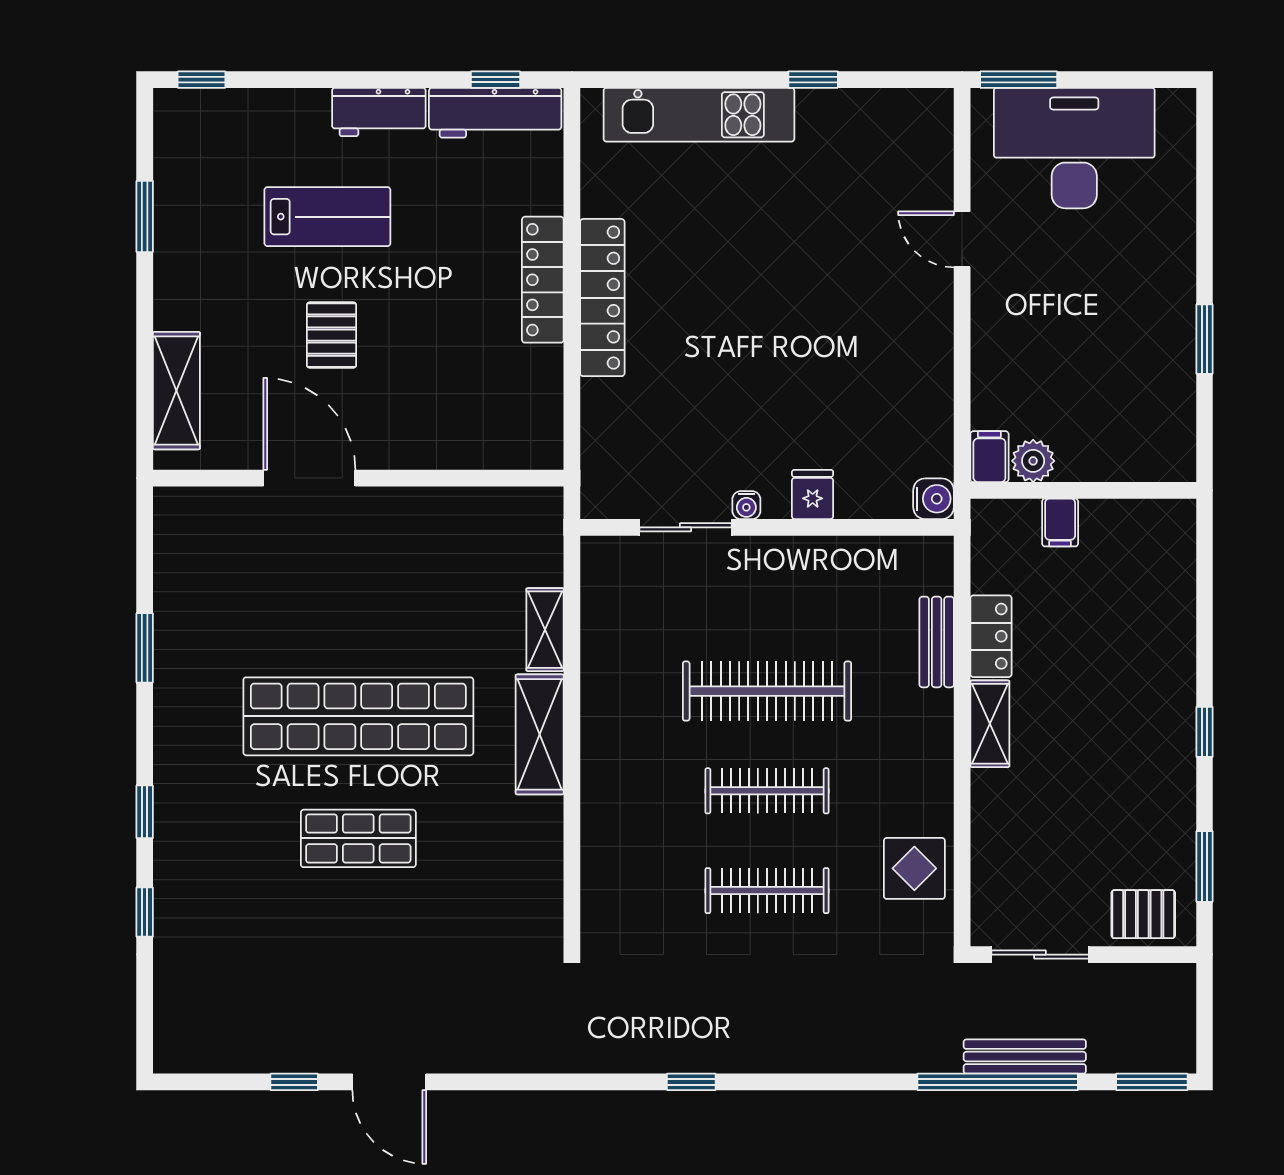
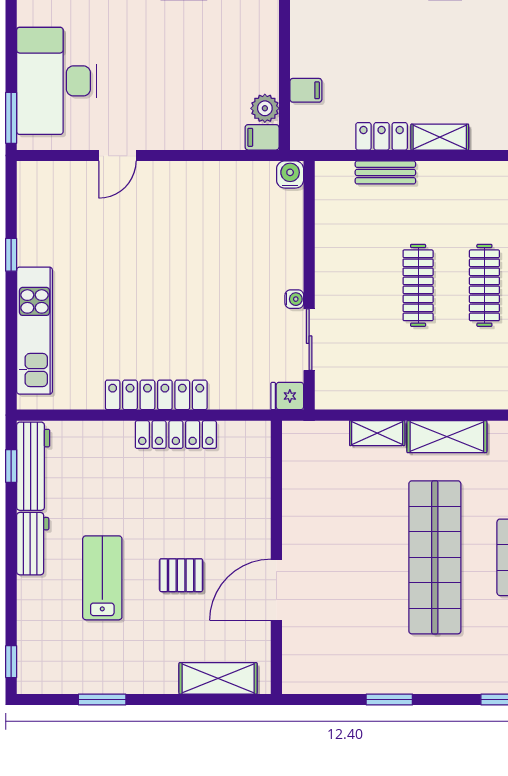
locker: (543, 280) -> (176, 435), moved
fridge: (813, 495) -> (287, 396), moved
clothes rail: (767, 691) -> (418, 285), width x0.73, depth x0.76

